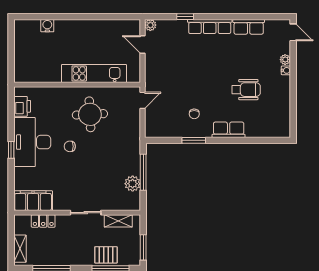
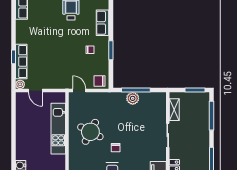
row of seats: (210, 26) -> (21, 62), moved
door: (142, 44) -> (35, 91), hinge flipped
round table: (90, 114) -> (90, 132), turned 30
chair: (155, 126) -> (100, 81), added
plant: (133, 184) -> (133, 98), moved
pallet: (106, 255) -> (201, 119), removed

